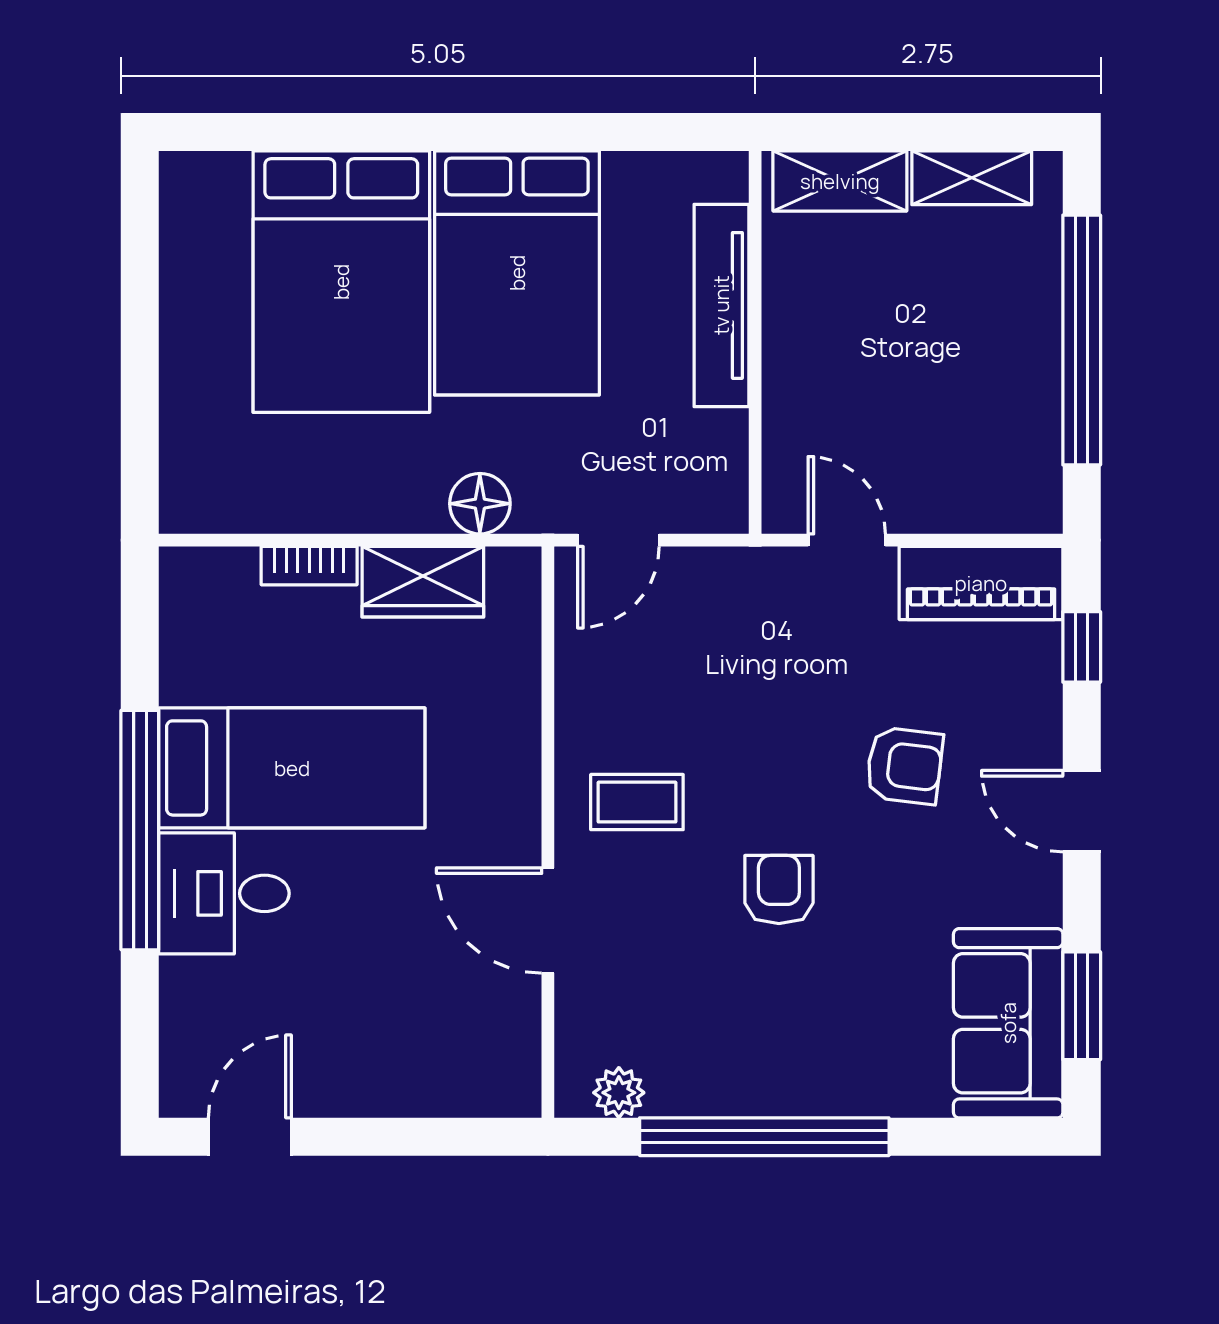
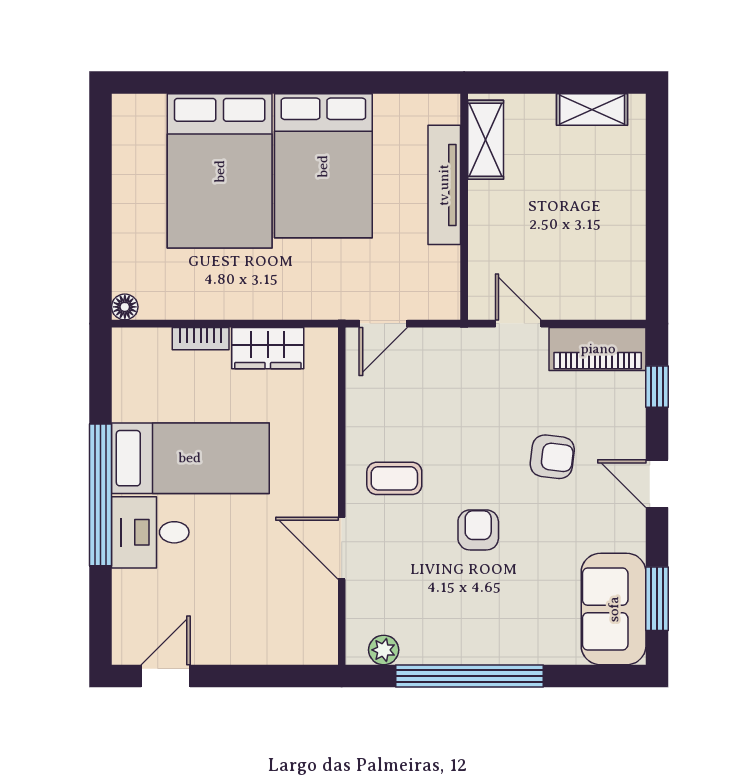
shelving: (840, 181) -> (486, 140), moved, turned 90
window: (1082, 340) -> (657, 205), removed
floor lamp: (480, 504) -> (125, 307), moved, width x0.73, depth x0.73

